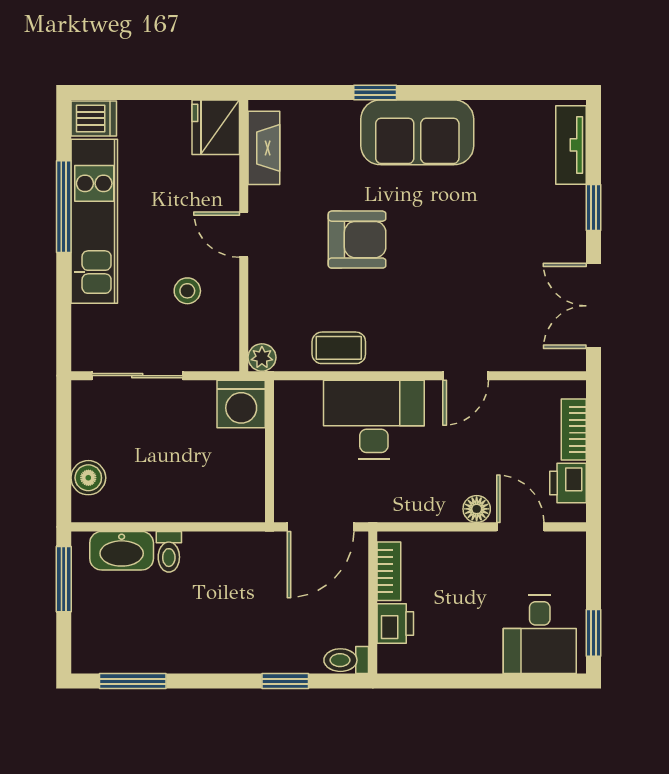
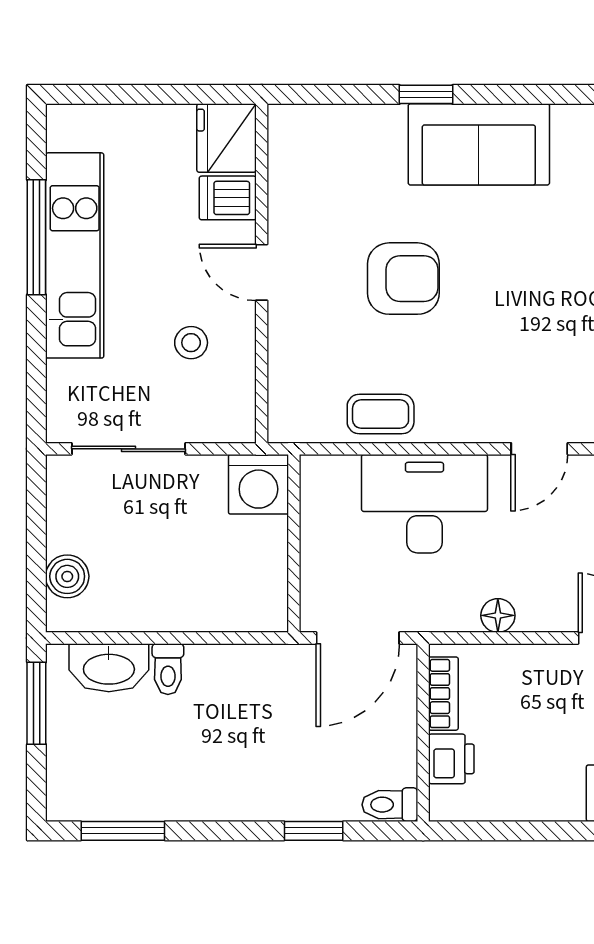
dishwasher: (94, 118) -> (228, 198), moved, turned 180
fireplace: (264, 148) -> (287, 164), removed
plant: (262, 357) -> (284, 426), removed
floor lamp: (477, 509) -> (498, 615), moved

